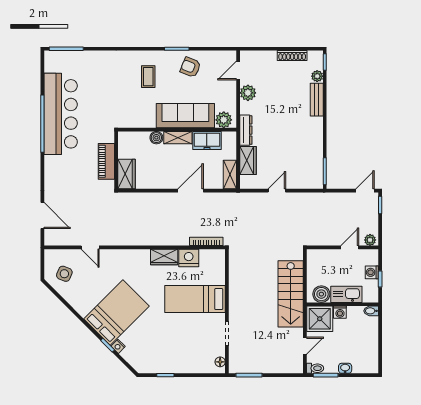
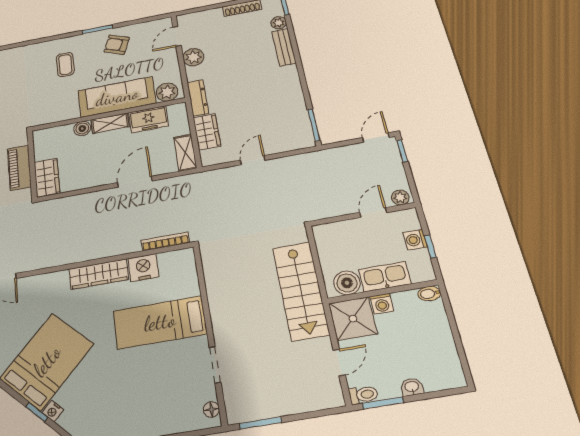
wardrobe: (164, 257) -> (99, 274), width x1.50

